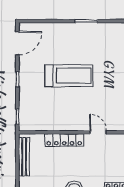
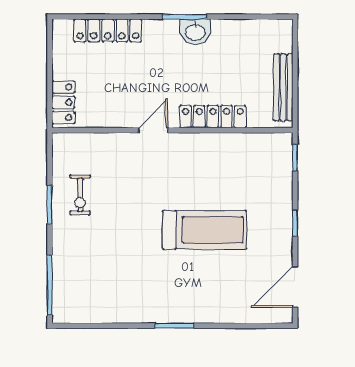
treadmill: (69, 76) -> (205, 230), turned 180
door: (98, 132) -> (153, 130), swing flipped

